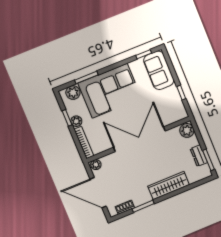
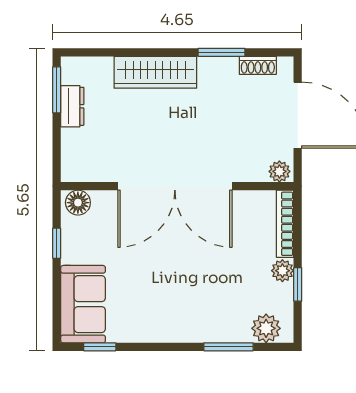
corner sofa: (110, 91) -> (194, 303), removed
floor lamp: (179, 114) -> (78, 203), added
plant: (187, 130) -> (76, 165), removed

